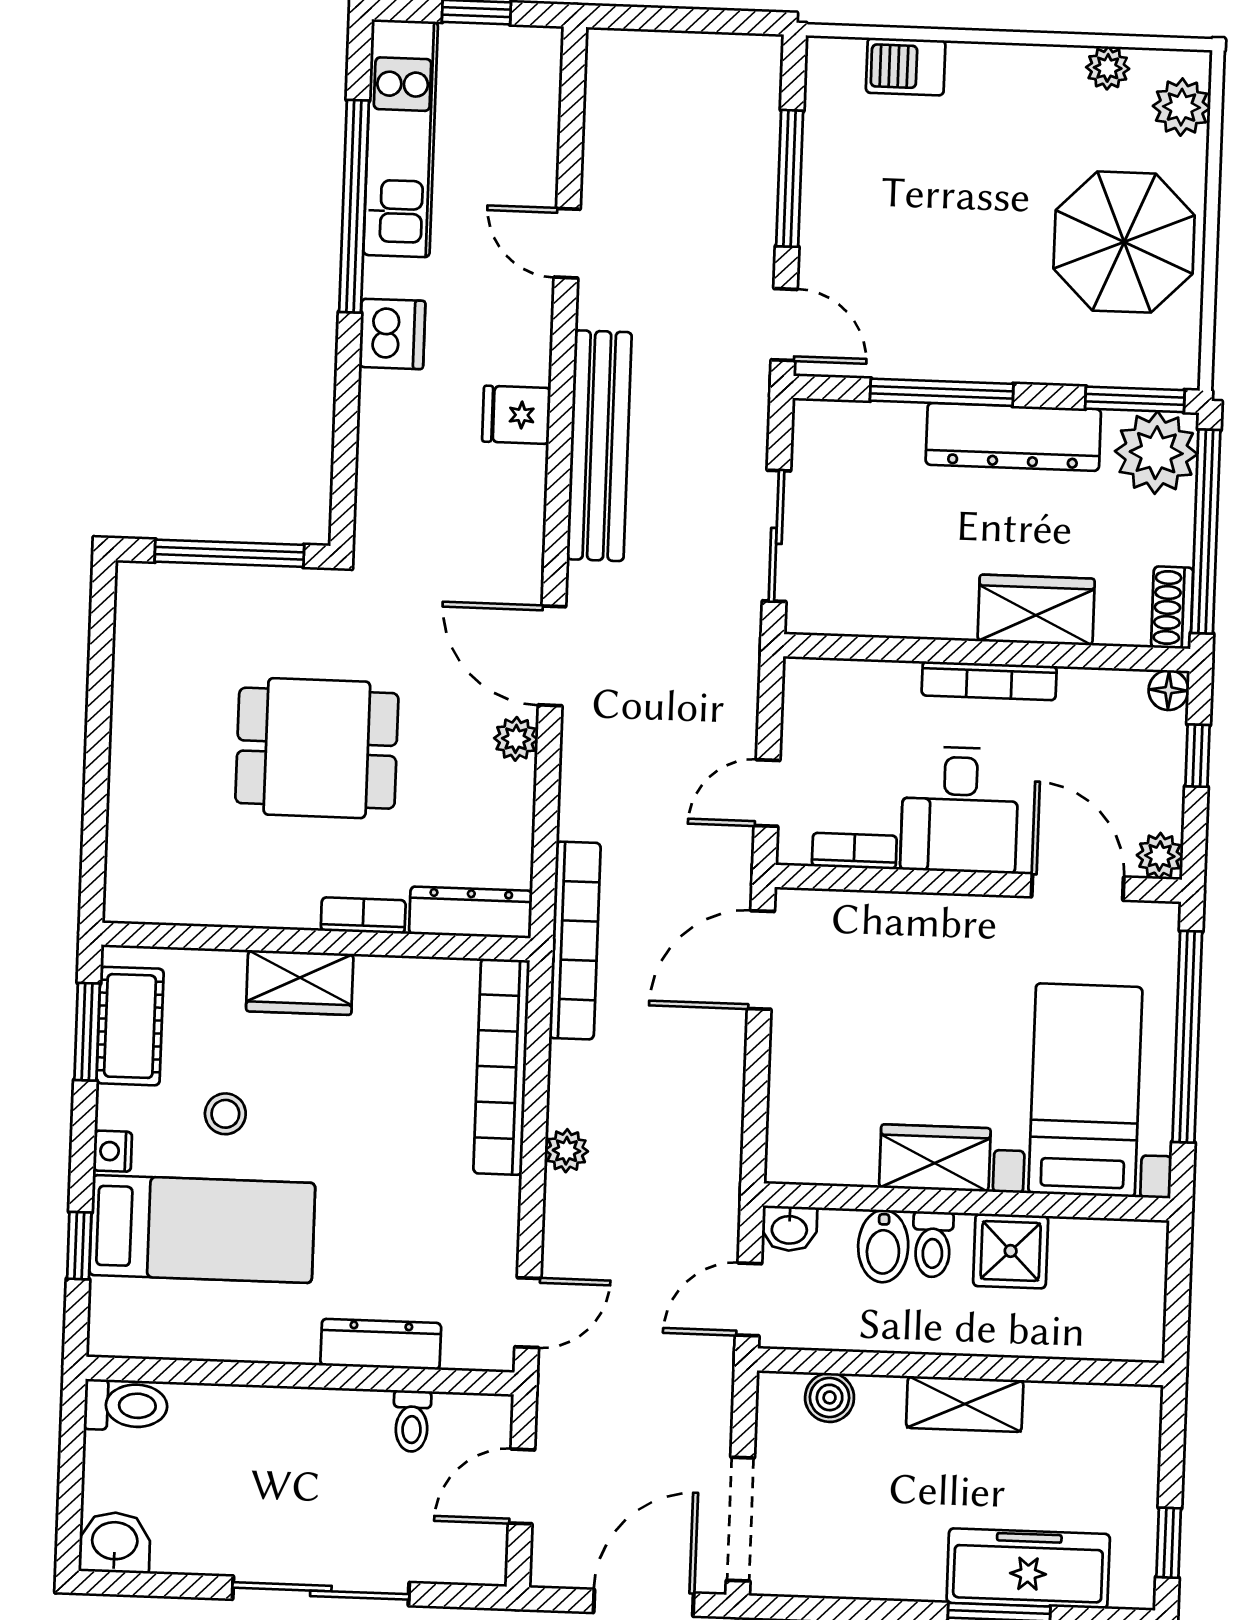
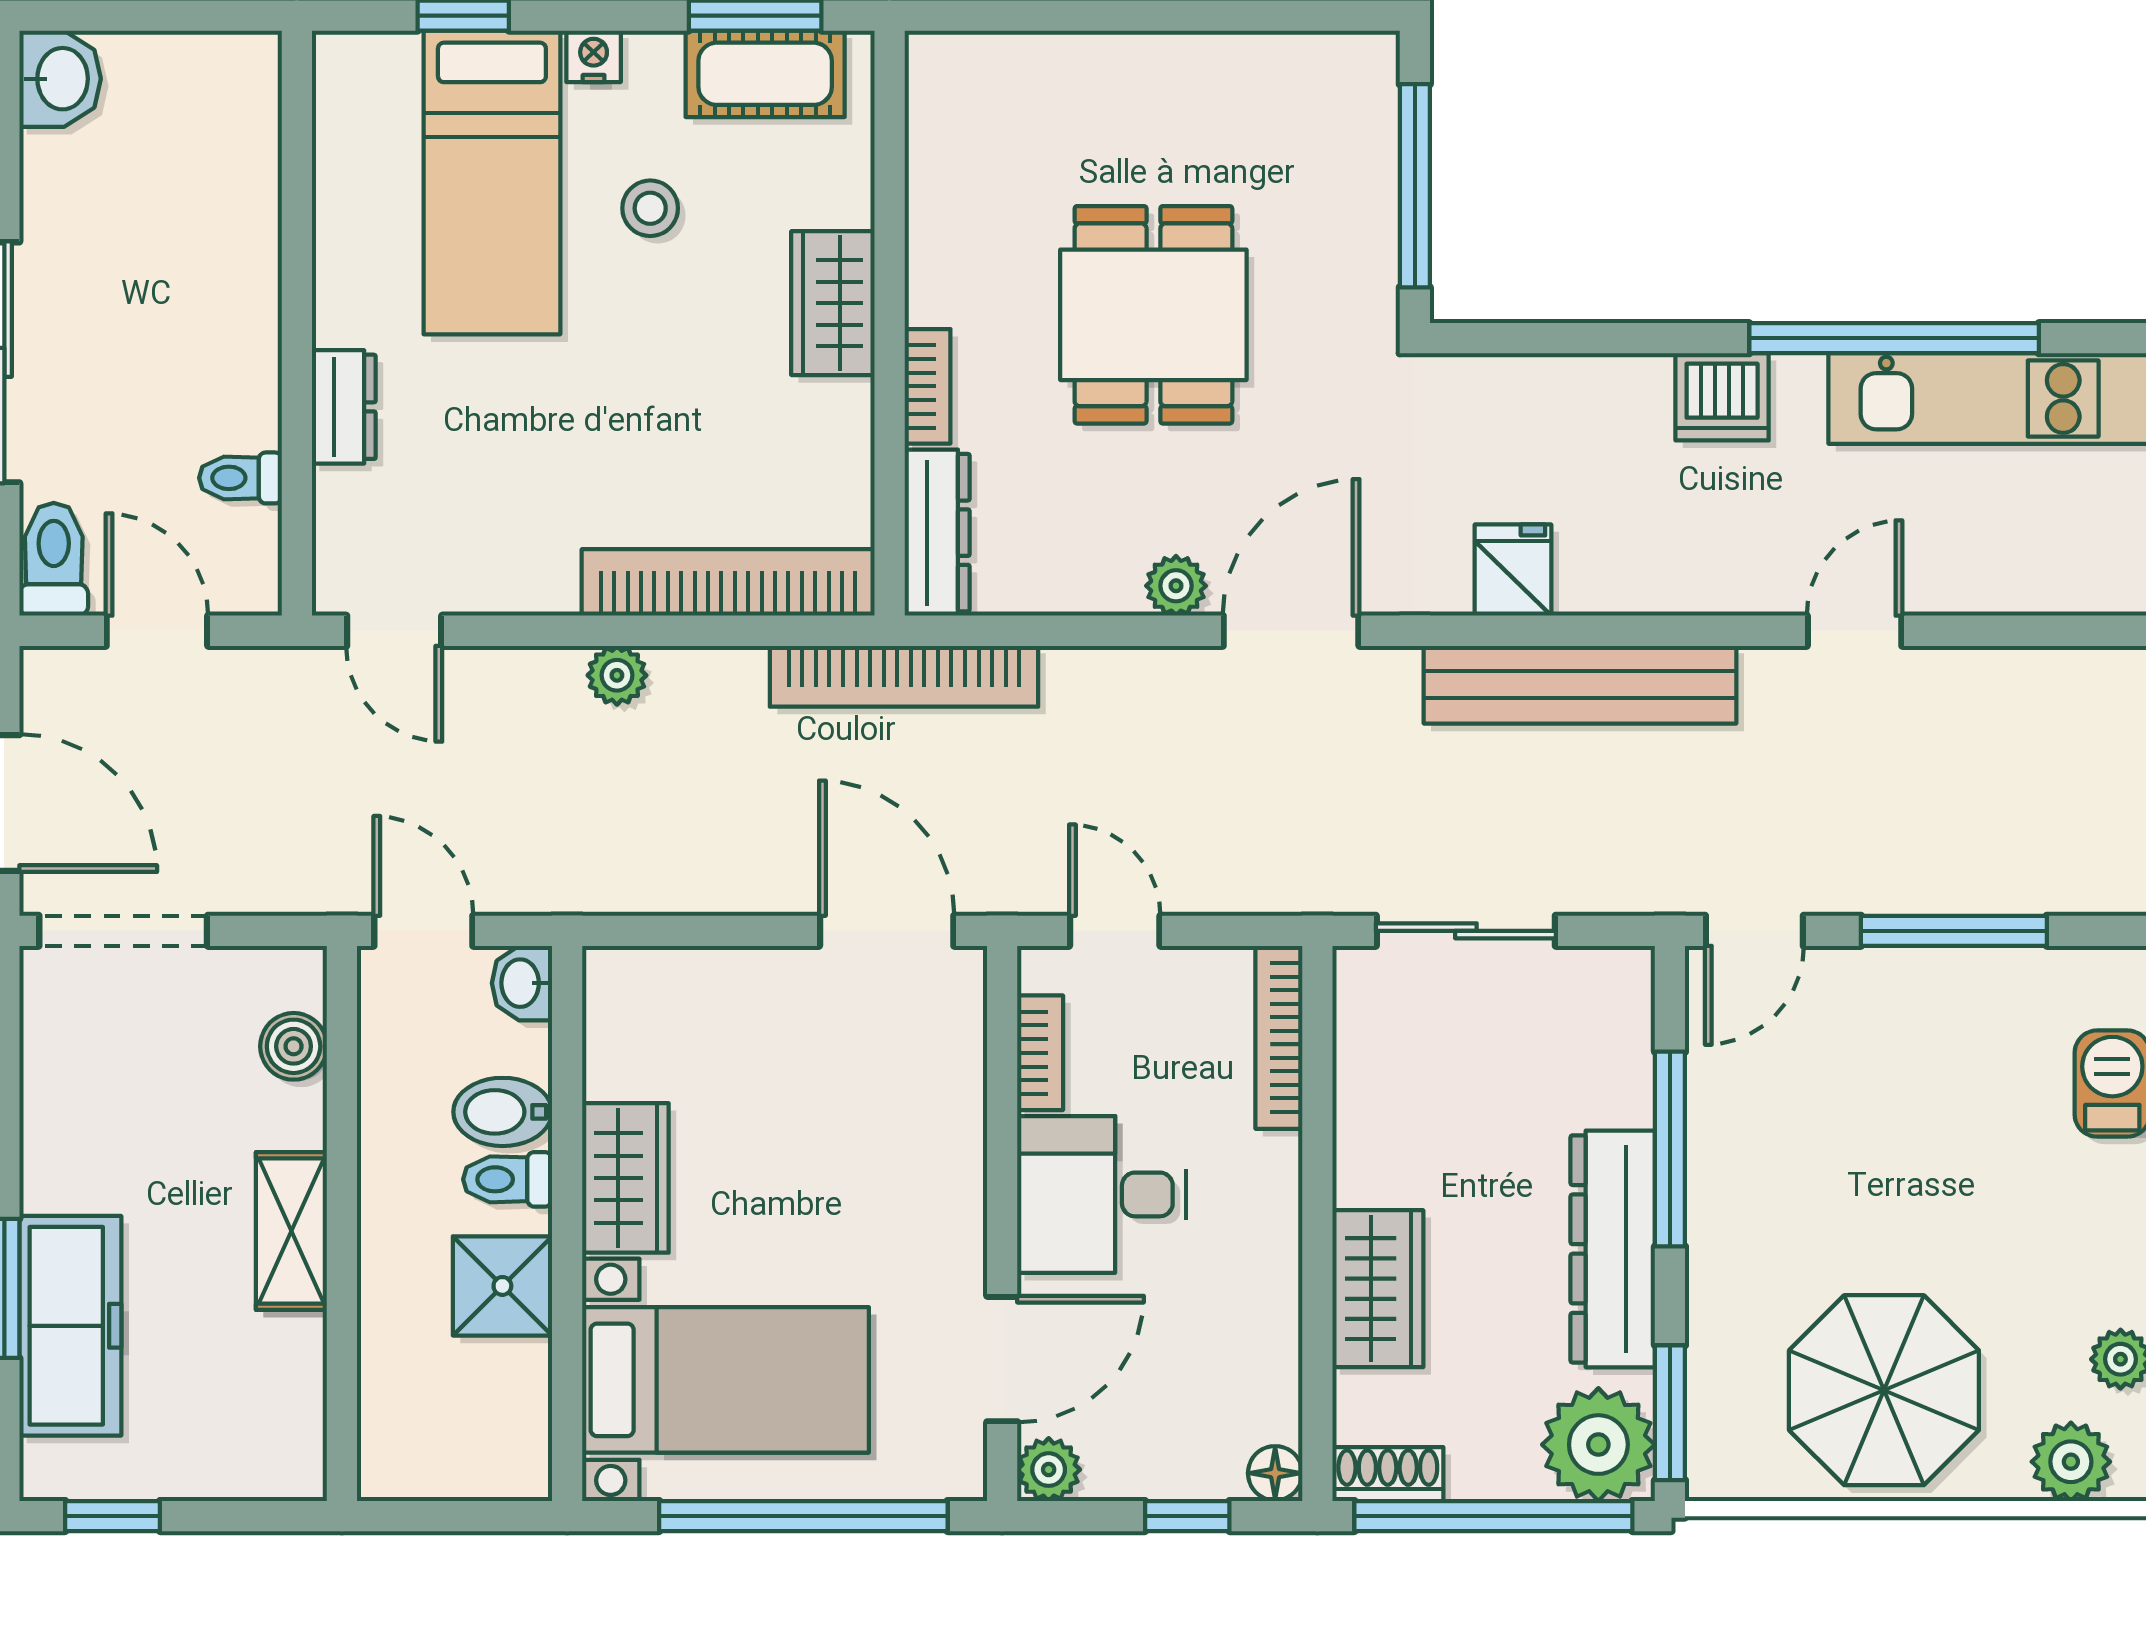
fridge: (516, 415) -> (1513, 570), moved
bookcase: (989, 681) -> (1279, 1037), moved
dresser: (381, 1344) -> (344, 407), width x0.70
toilet: (126, 1405) -> (54, 559), moved, turned 180

